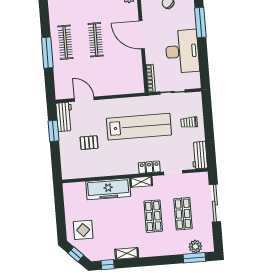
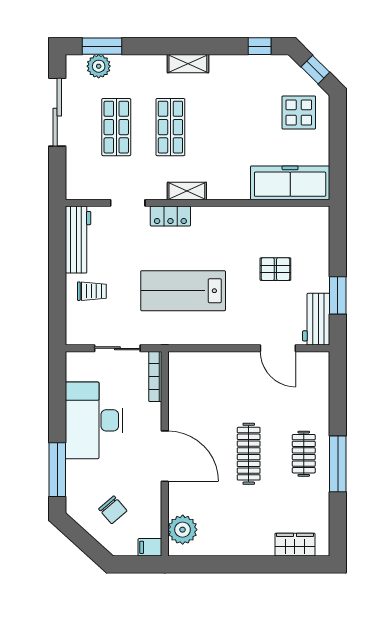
clothes rail: (65, 42) -> (304, 454), width x0.73
window: (47, 53) -> (338, 464), moved
lab bench: (139, 127) -> (183, 291), width x0.73
workbench: (199, 155) -> (78, 240), width x1.38
freezer: (108, 189) -> (290, 183), moved
sliding door: (215, 203) -> (57, 112), moved
shelving: (127, 253) -> (188, 64), moved

